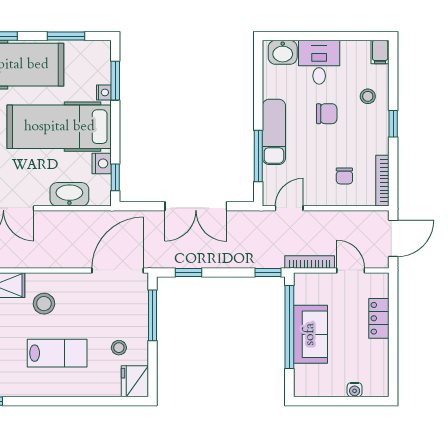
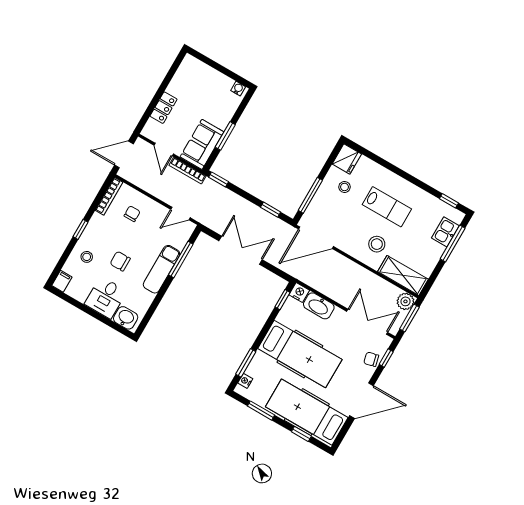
nightstand: (104, 92) -> (245, 381), moved
nightstand: (102, 163) -> (299, 292), moved, turned 90
window: (289, 327) -> (225, 136), width x0.47
sofa: (310, 334) -> (202, 144), moved
lab bench: (57, 353) -> (387, 207), turned 180
water cooler: (355, 390) -> (238, 89), moved

